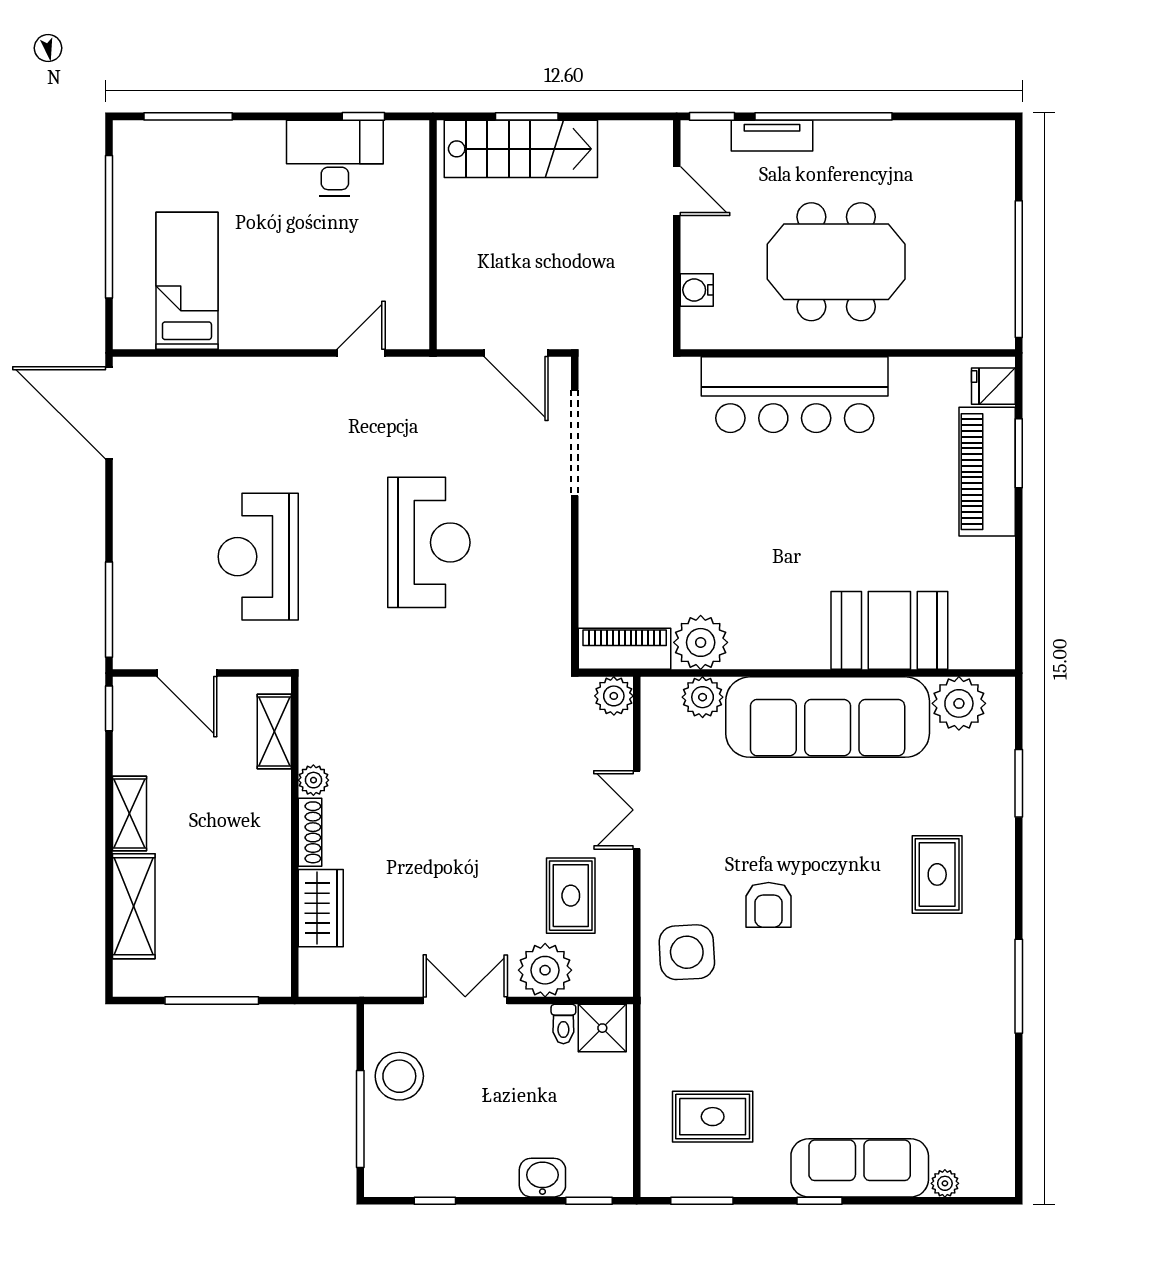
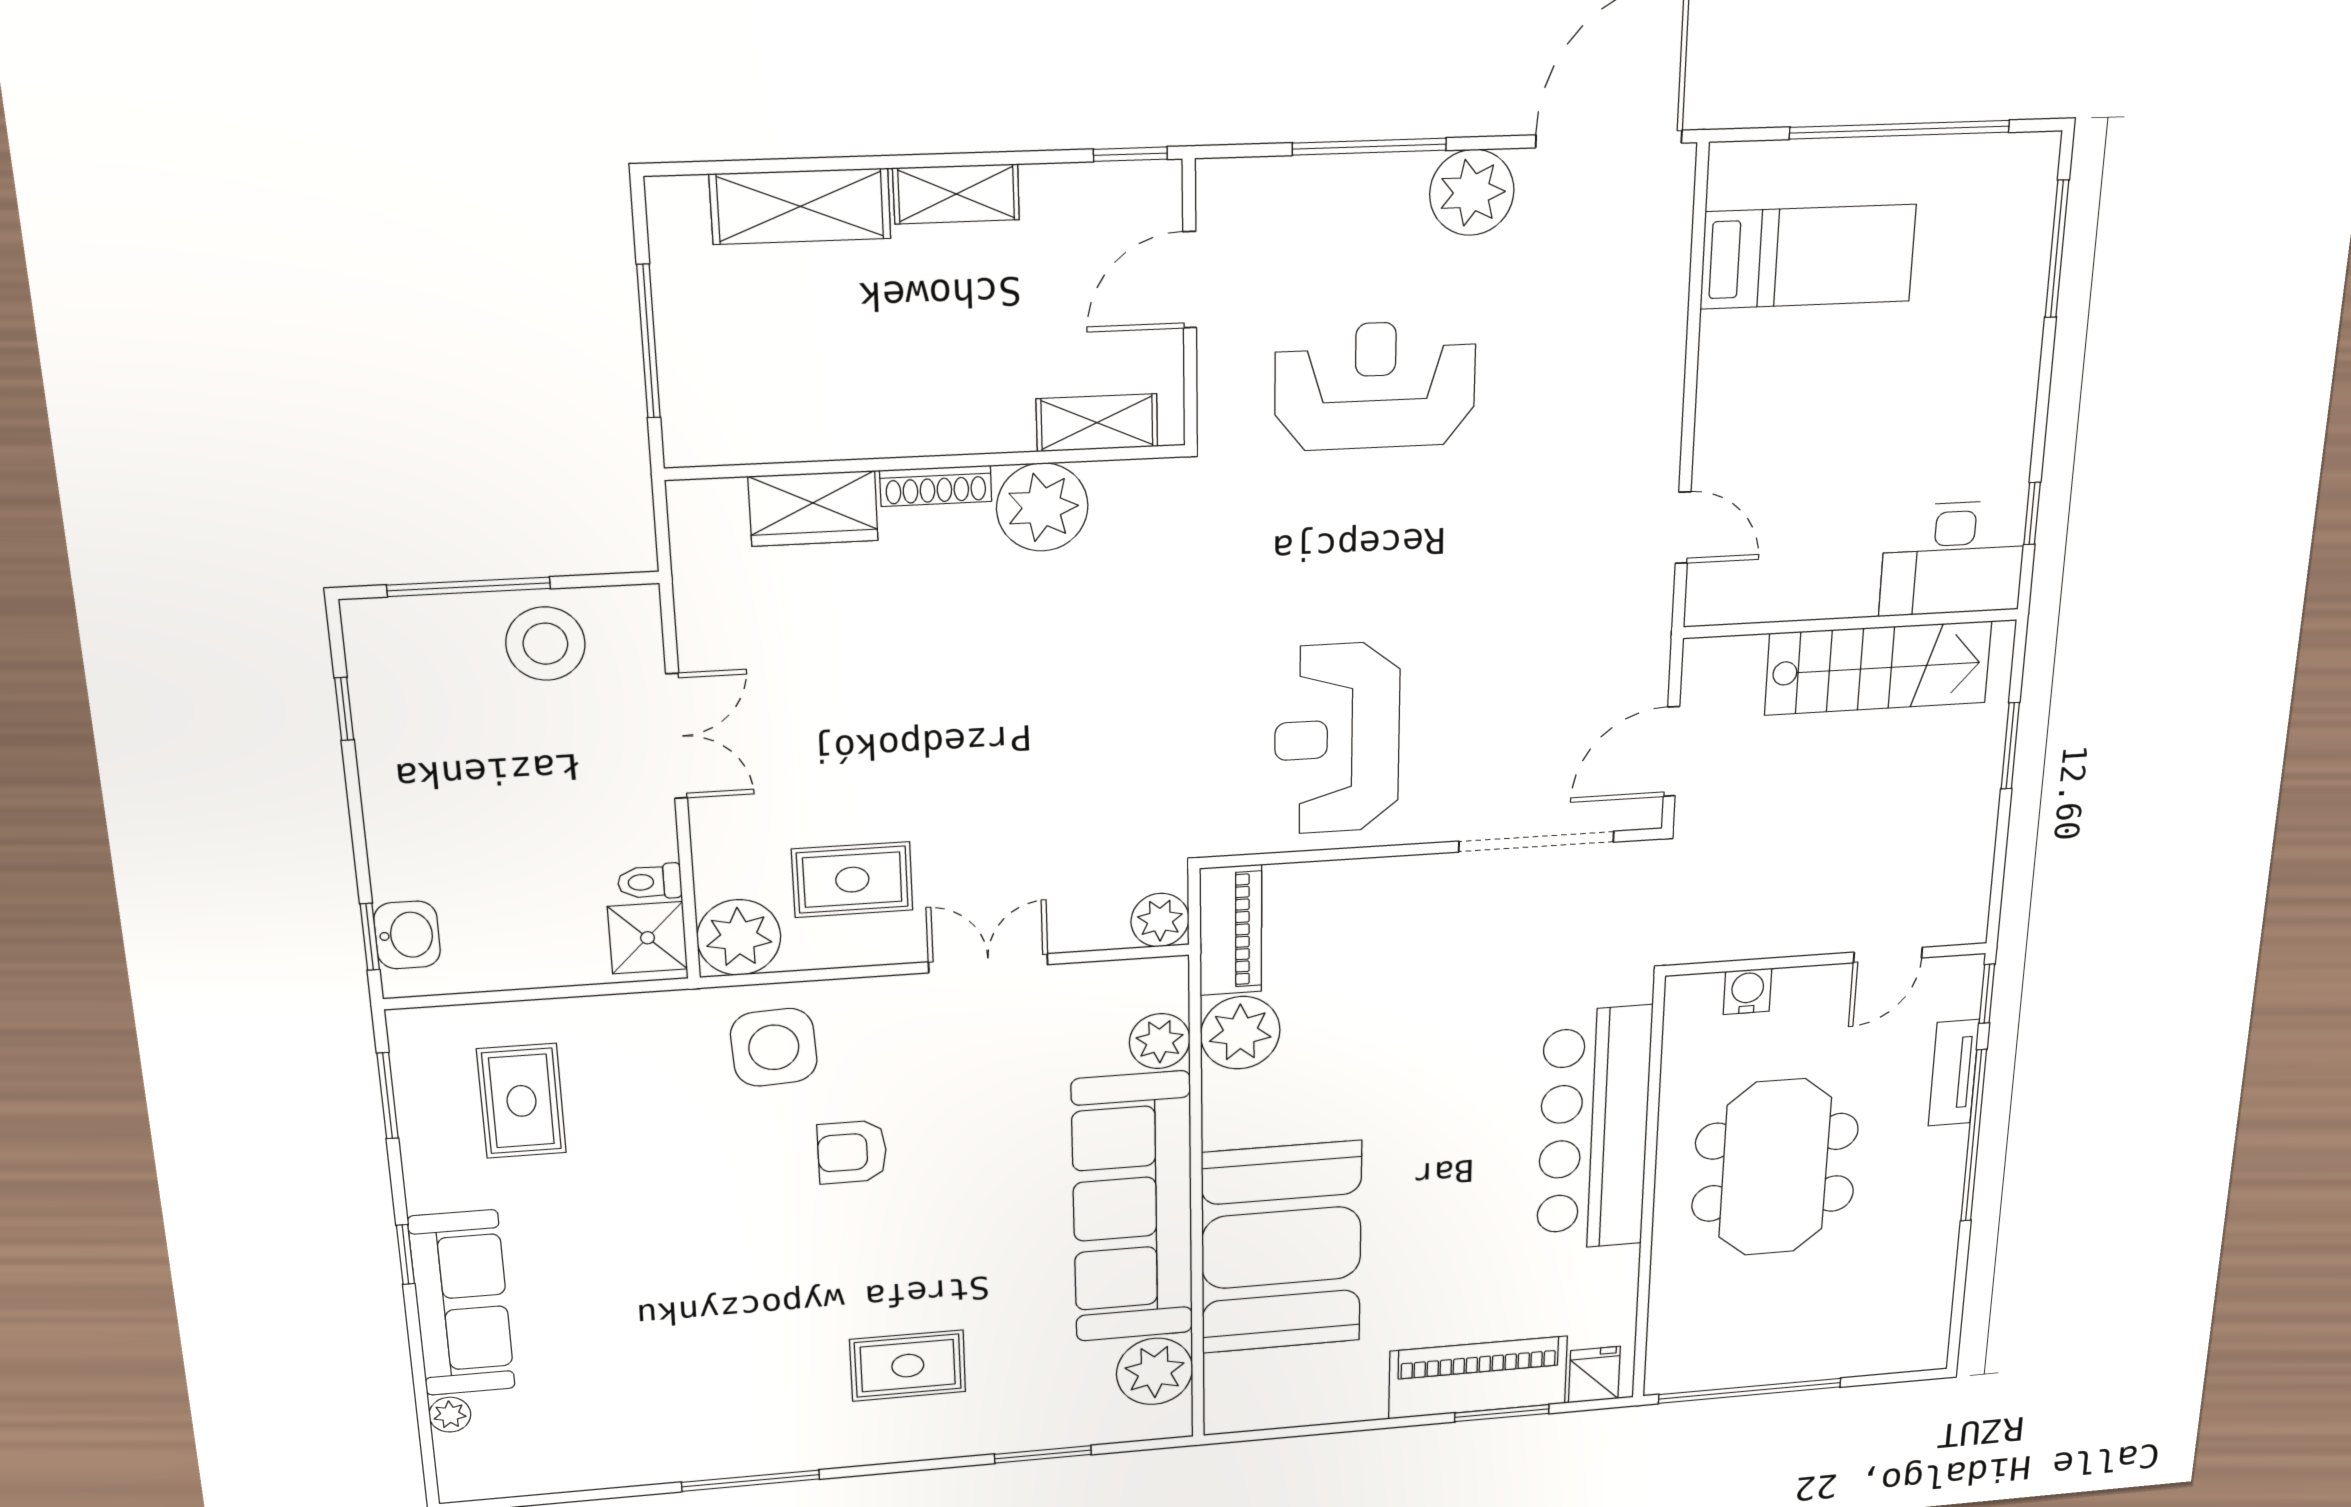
stairs: (521, 149) -> (1878, 668), moved, turned -90
desk: (335, 158) -> (1953, 558), moved, turned 90
plant: (139, 498) -> (1472, 192), added
reception desk: (429, 542) -> (1337, 739), moved, turned 90
window: (109, 610) -> (1369, 147), moved
booth: (889, 630) -> (1282, 1248), width x1.36, depth x1.42
plant: (313, 780) -> (1042, 507), width x1.87, depth x1.87
plant: (545, 970) -> (739, 937), moved
washbasin: (542, 1178) -> (407, 935), moved

